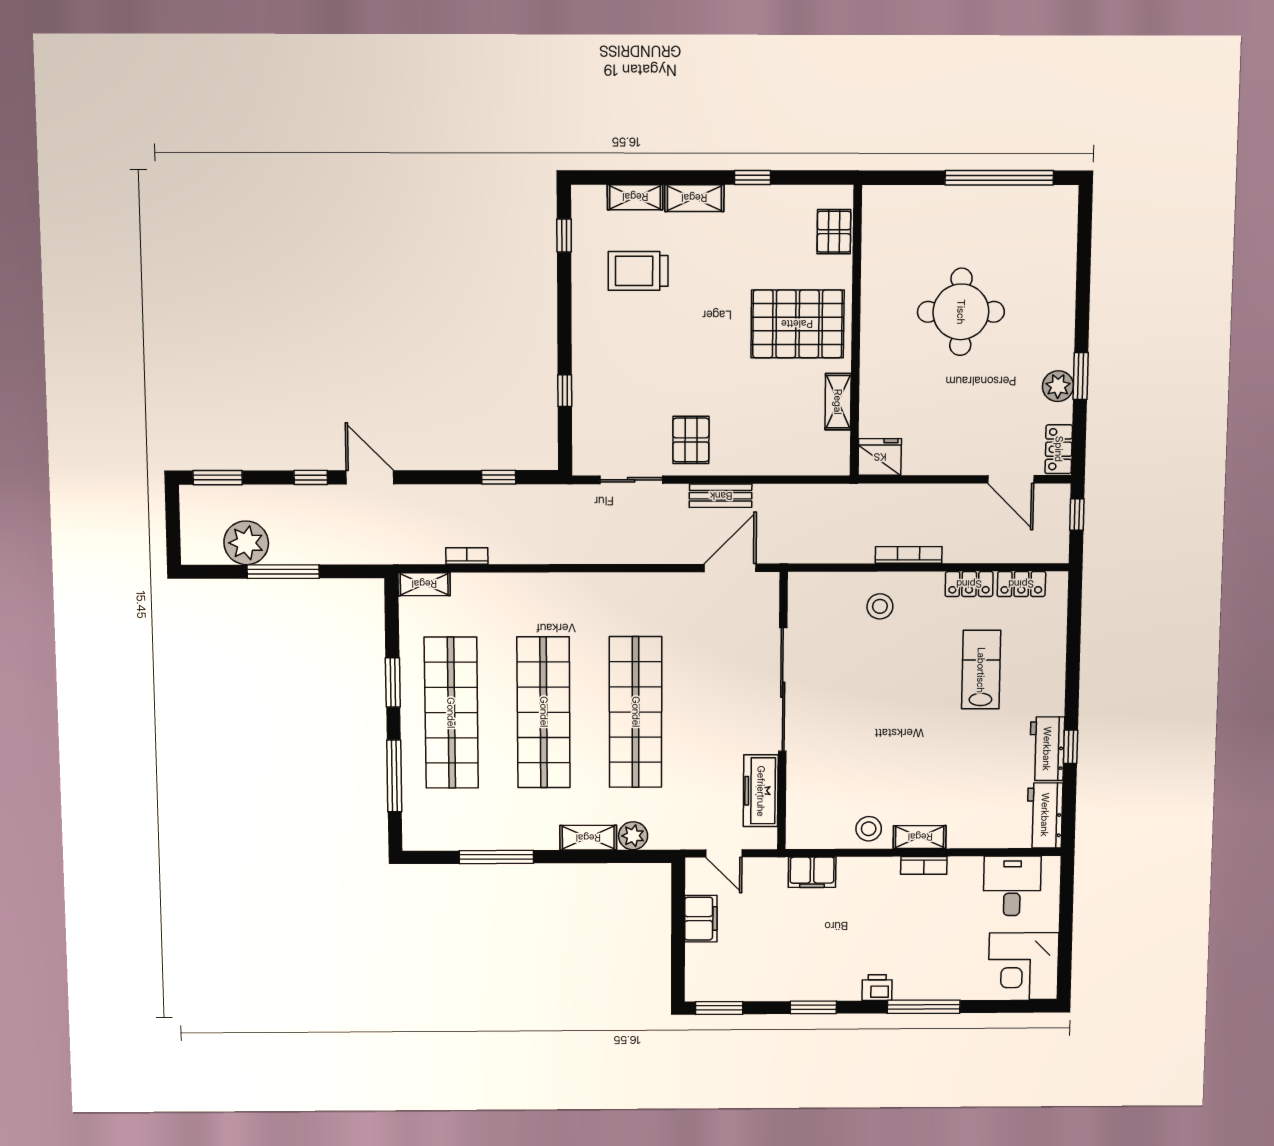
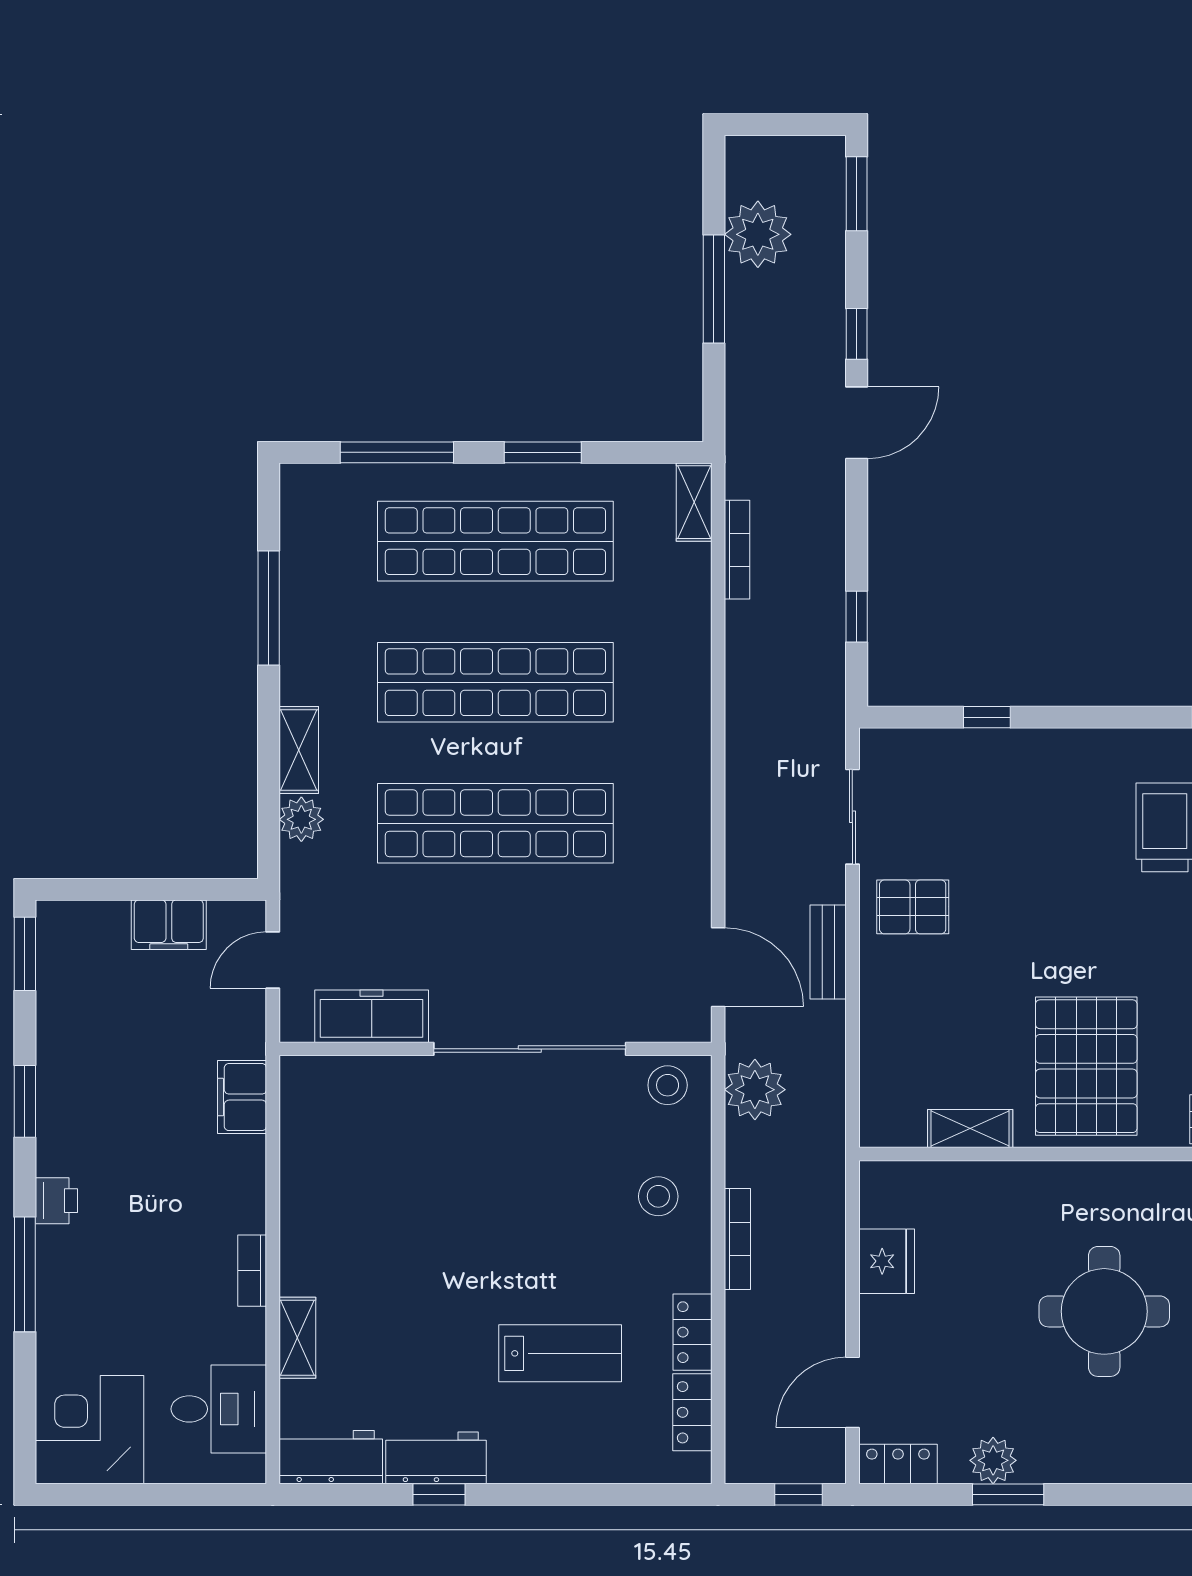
fridge: (880, 457) -> (887, 1261), moved
plant: (811, 544) -> (755, 1090), added
bookcase: (467, 556) -> (737, 550), width x1.56
stool: (869, 829) -> (668, 1085), moved
shelving: (920, 837) -> (297, 1338), moved

